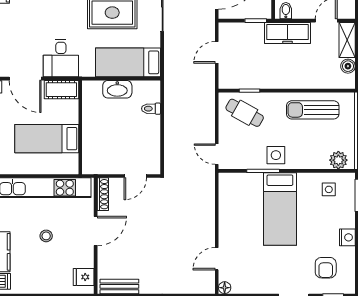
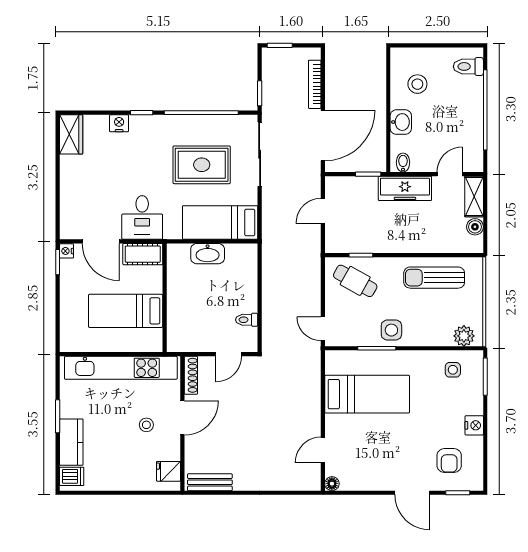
toilet: (151, 109) -> (247, 320), moved
bed: (280, 209) -> (367, 394), moved, turned -90
stool: (46, 236) -> (146, 425), moved

